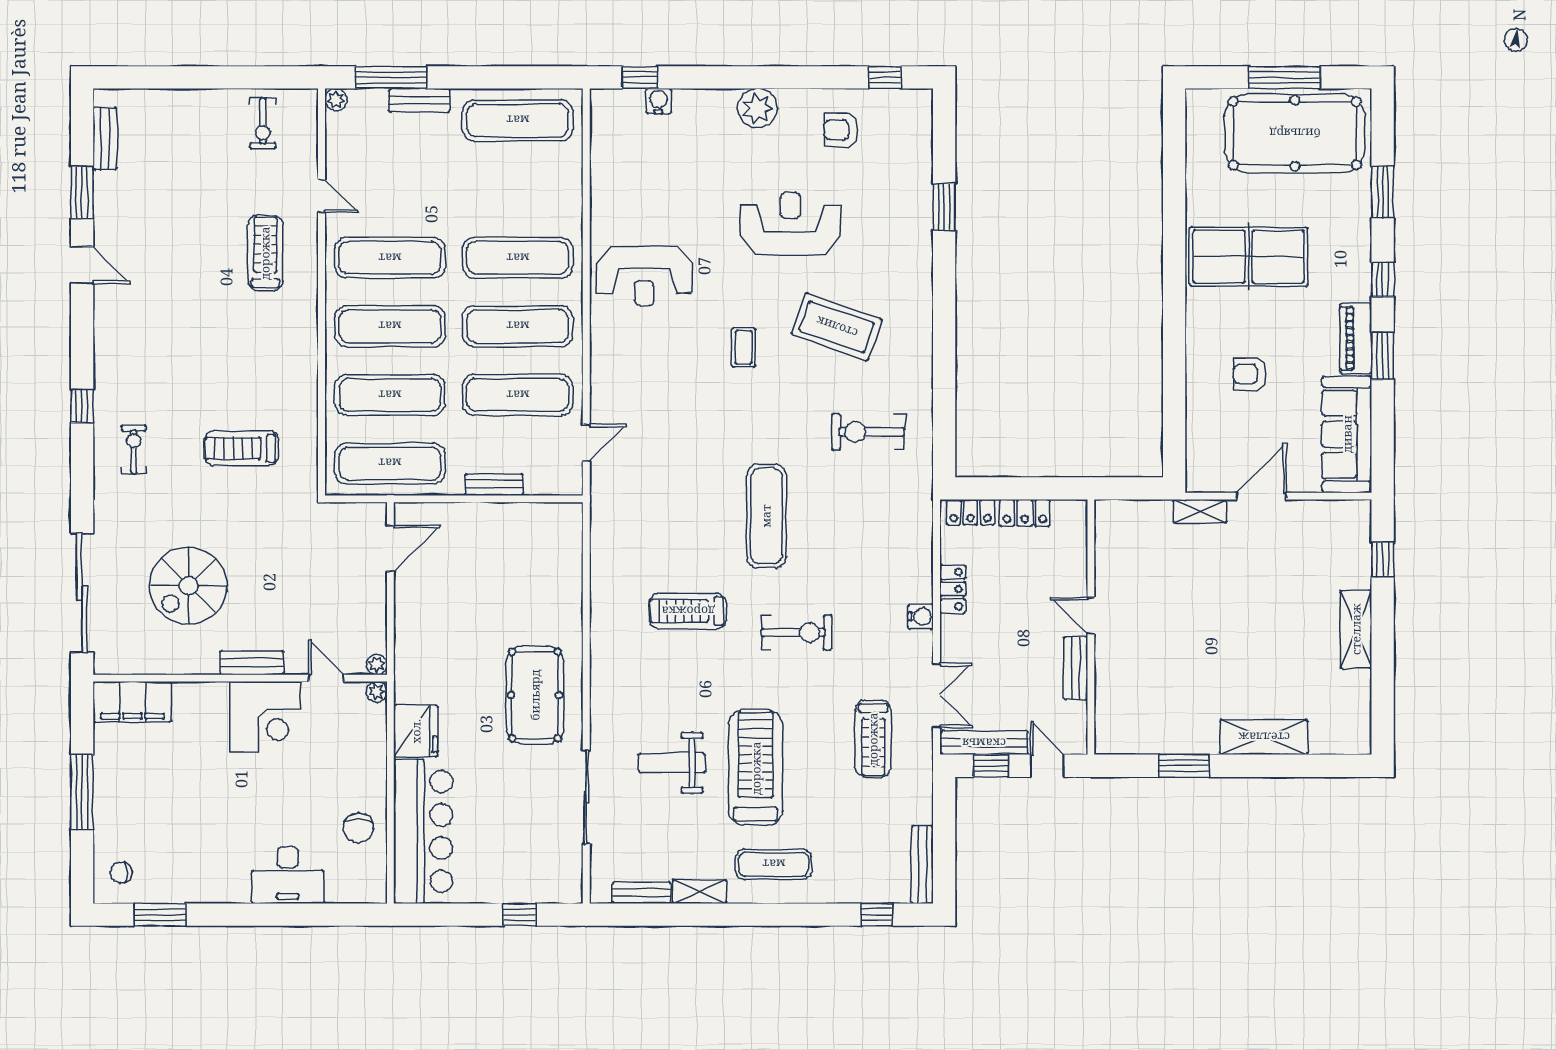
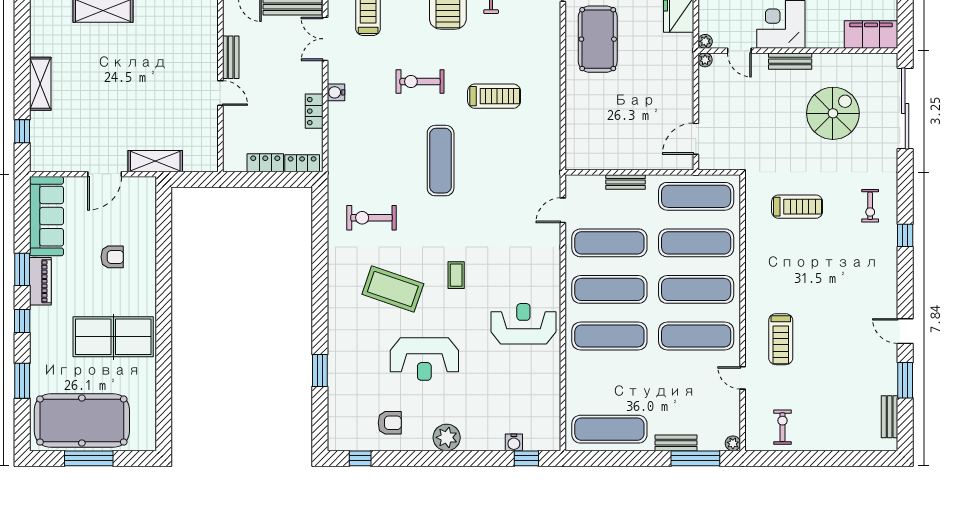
exercise bike: (868, 432) -> (371, 218), turned 180
shelving: (1200, 511) -> (155, 161), width x1.50, depth x1.33

